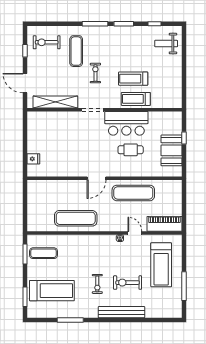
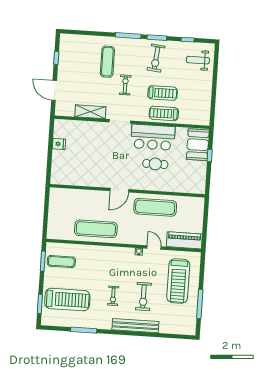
exercise bike: (47, 42) -> (156, 58), moved, turned -84
treadmill: (133, 79) -> (163, 93), turned 180
shelving: (55, 102) -> (90, 112), width x0.68
booth: (172, 150) -> (198, 145), moved
fridge: (33, 159) -> (59, 144), moved
exercise bike: (128, 283) -> (143, 297), turned -90

